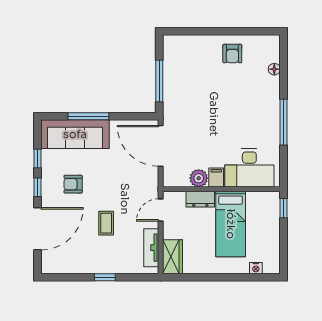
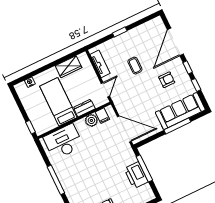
printer: (175, 77) -> (136, 175), added
filing cabinet: (216, 178) -> (102, 116), moved
wardrobe: (172, 257) -> (69, 67), moved, turned -90

